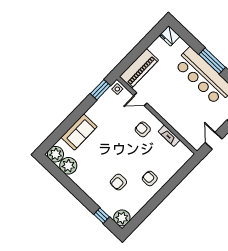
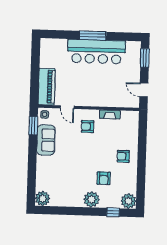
fridge: (170, 36) -> (48, 45), removed
door: (140, 99) -> (67, 107), hinge flipped
sofa: (79, 132) -> (46, 140), moved
plant: (68, 166) -> (91, 199), moved

